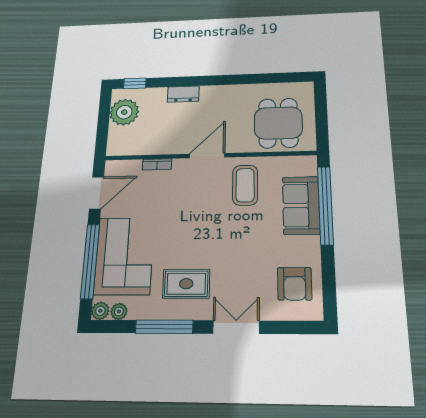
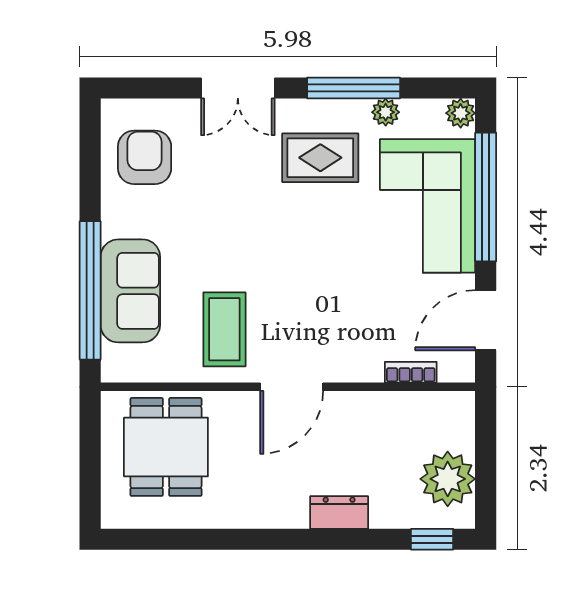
bookcase: (157, 164) -> (411, 372), moved
plant: (119, 311) -> (386, 112), moved

